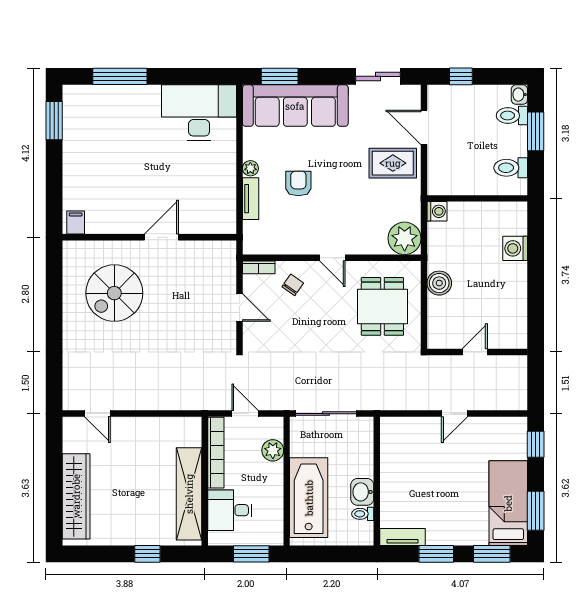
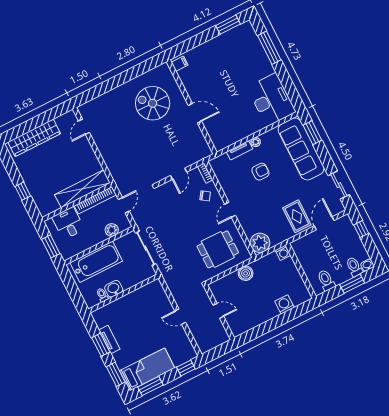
shelving: (189, 494) -> (82, 189), moved
tv unit: (403, 537) -> (109, 339), moved

